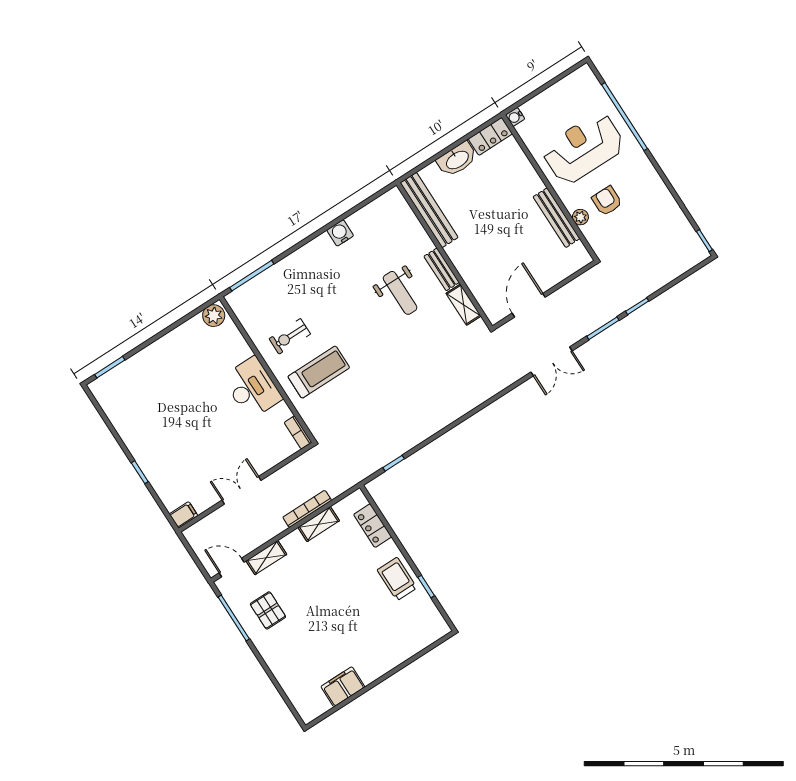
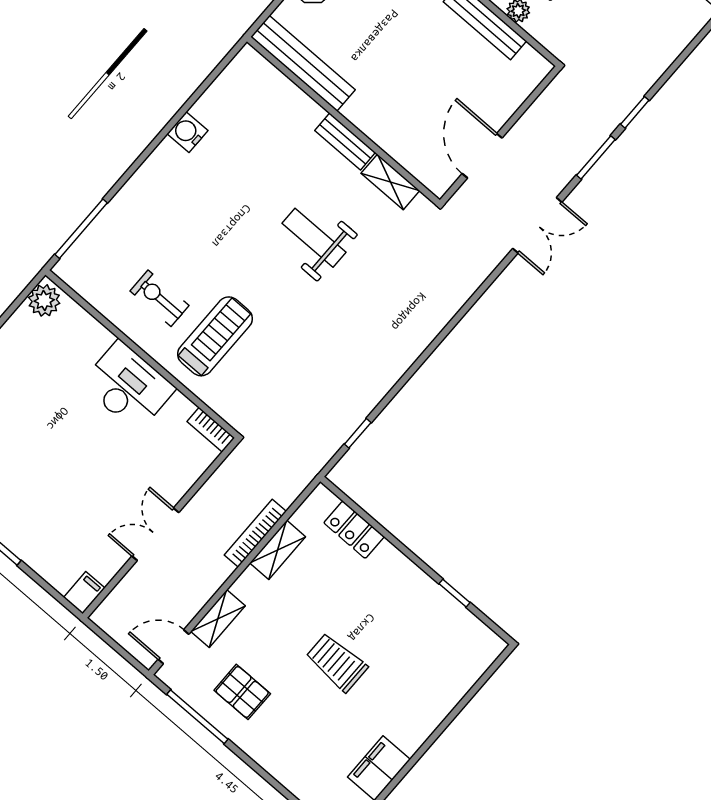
weight bench: (400, 293) -> (314, 238), moved, turned 180
exercise bike: (290, 336) -> (160, 298), turned 90
trolley: (397, 579) -> (337, 662), moved

